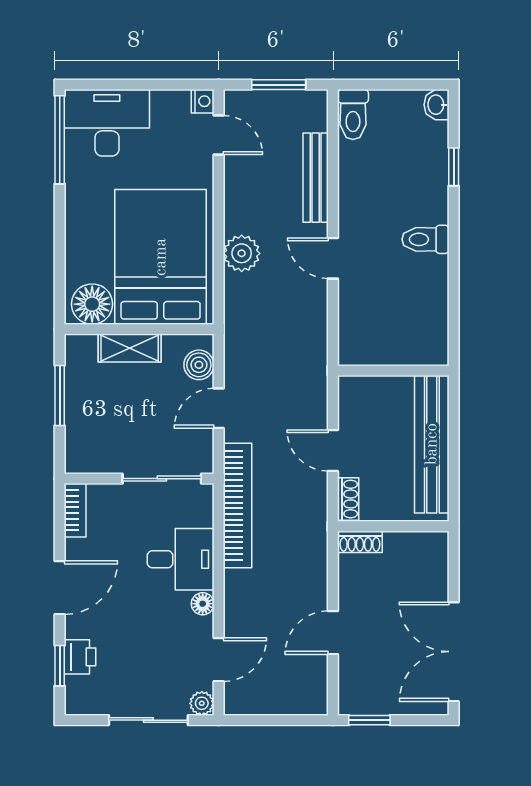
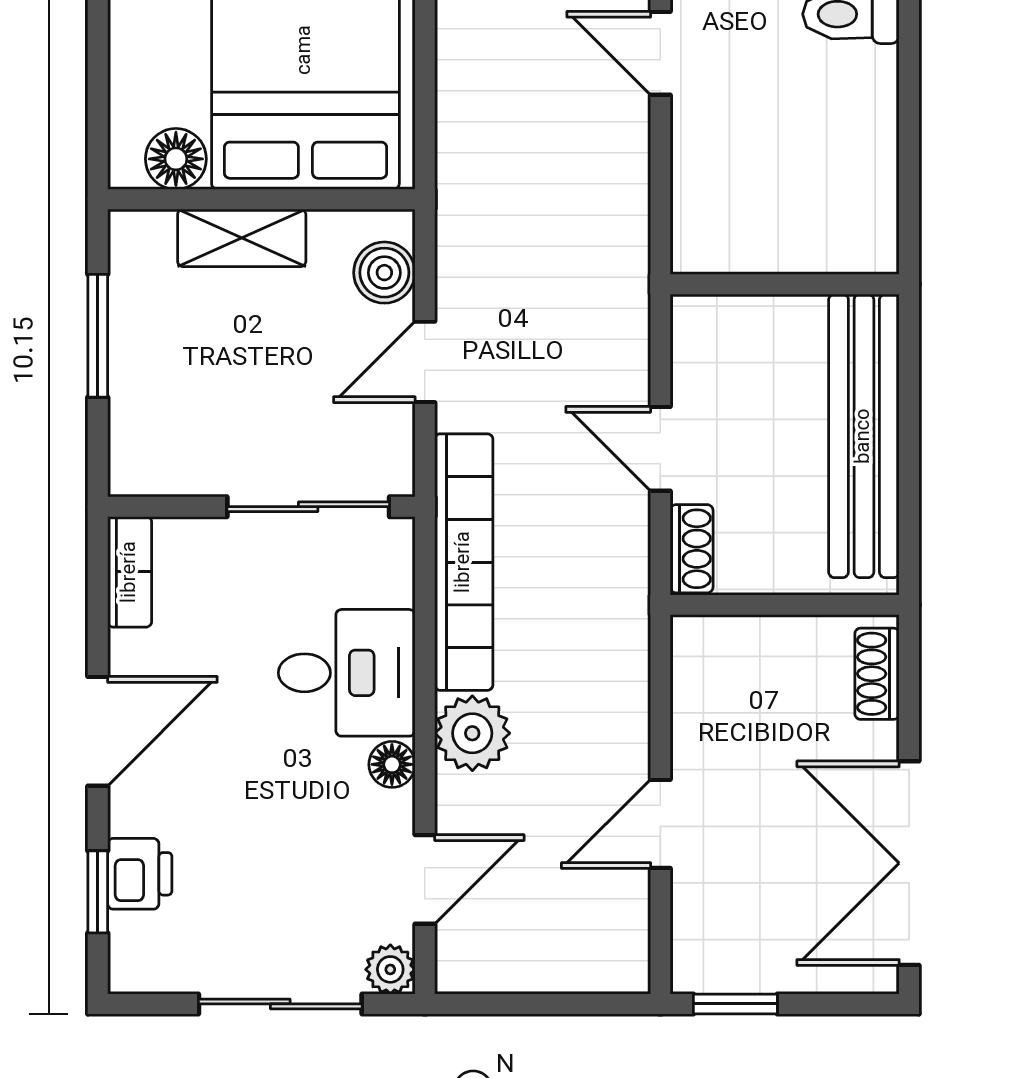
plant: (242, 253) -> (472, 733), moved
floor lamp: (92, 304) -> (176, 159), width x0.73, depth x0.73
shoe rack: (360, 542) -> (877, 674), moved, turned 90

